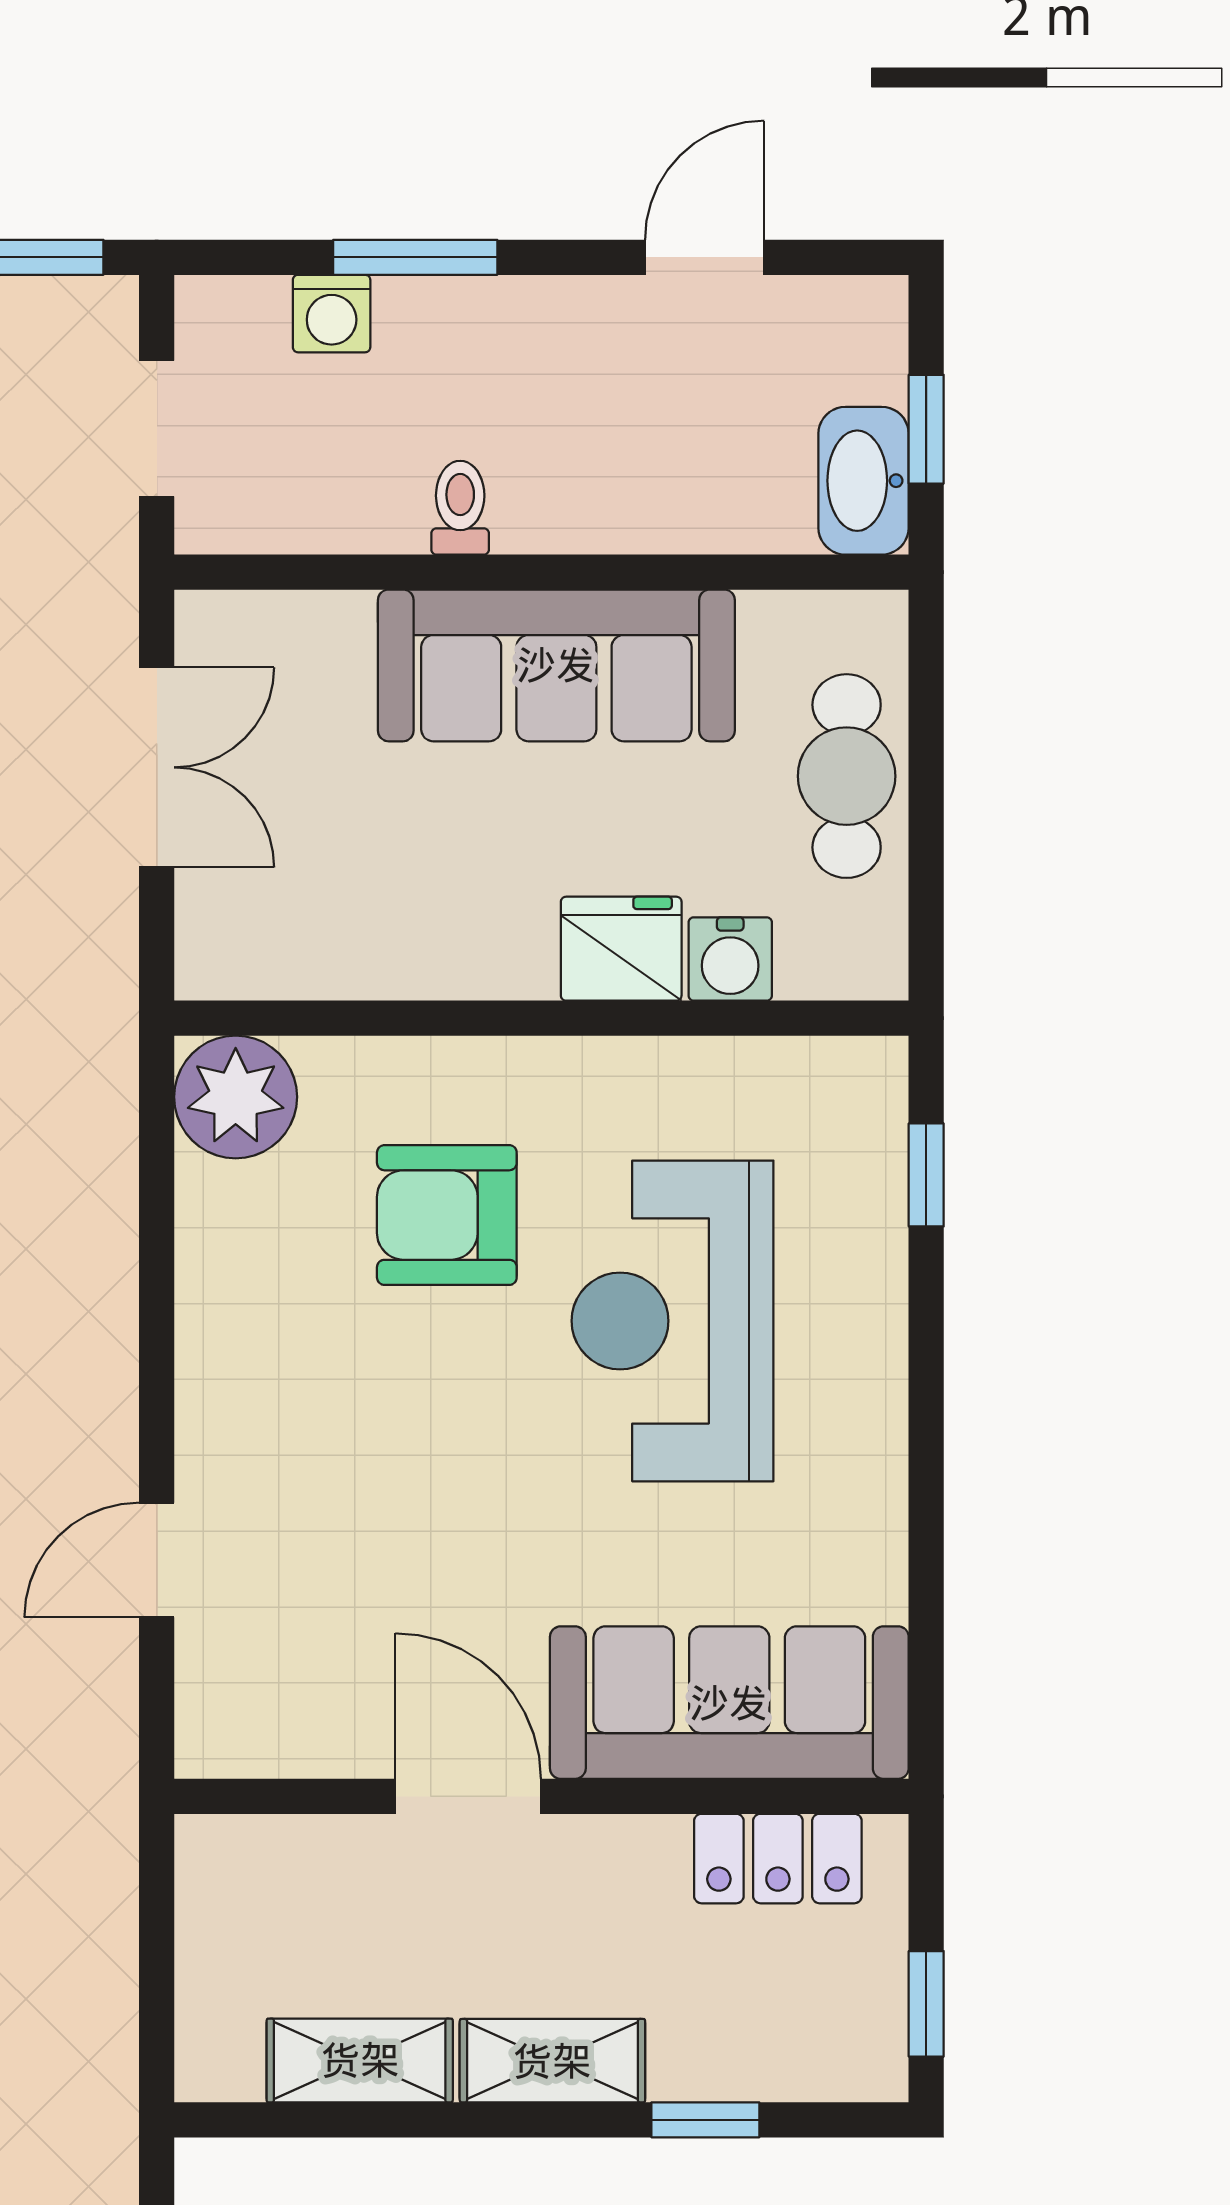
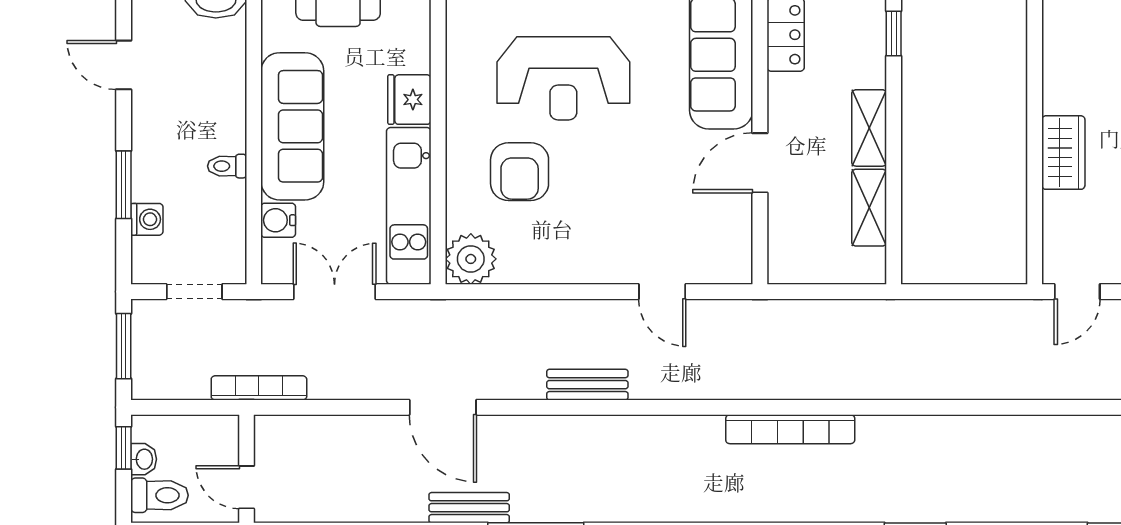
kitchen unit: (364, 947) -> (409, 206), added
water cooler: (730, 959) -> (278, 220), moved, turned 180
window: (705, 2120) -> (894, 33), moved

